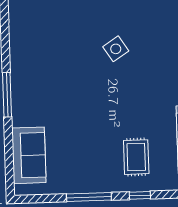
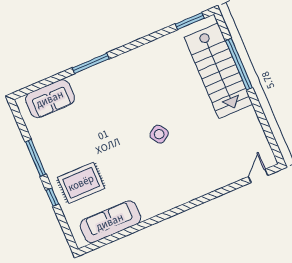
rug: (136, 157) -> (81, 183), width x1.36, depth x1.43

